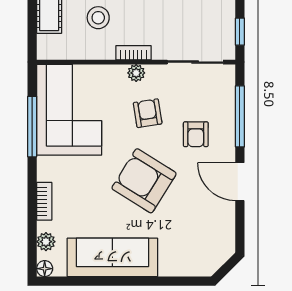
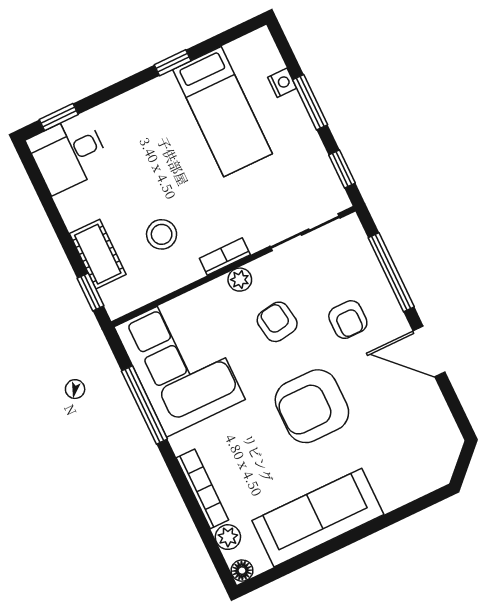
window: (32, 34) -> (90, 292), added
armchair: (144, 181) -> (312, 406), turned -32
bookcase: (44, 201) -> (202, 489), width x1.56

